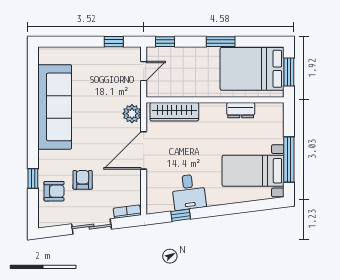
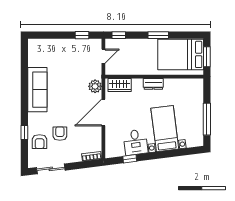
sofa: (55, 107) -> (37, 90), width x0.74, depth x0.79
dresser: (241, 110) -> (153, 84), moved
wardrobe: (174, 112) -> (120, 85), width x0.67
bed with nightstands: (253, 171) -> (165, 129), moved, turned 83
armchair: (54, 191) -> (40, 142), turned 90
sliding door: (92, 227) -> (51, 169), moved

